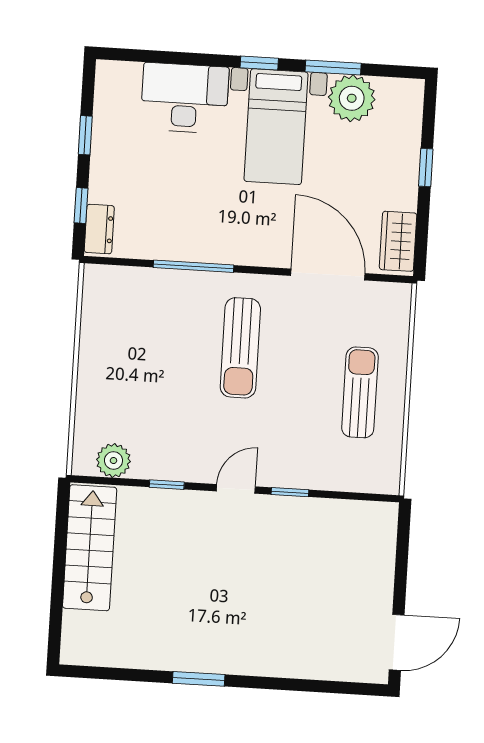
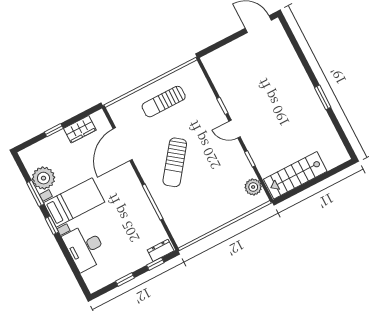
wardrobe: (398, 241) -> (80, 129), moved
sun lounger: (240, 348) -> (175, 162), turned 127

